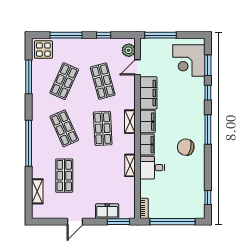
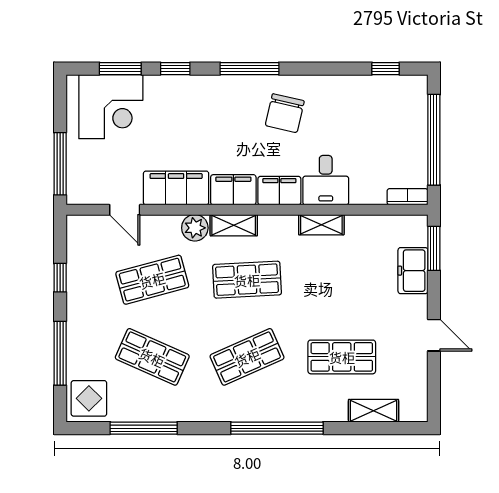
plant: (129, 50) -> (195, 228), moved

